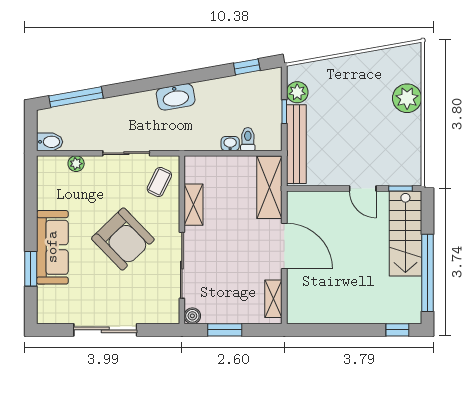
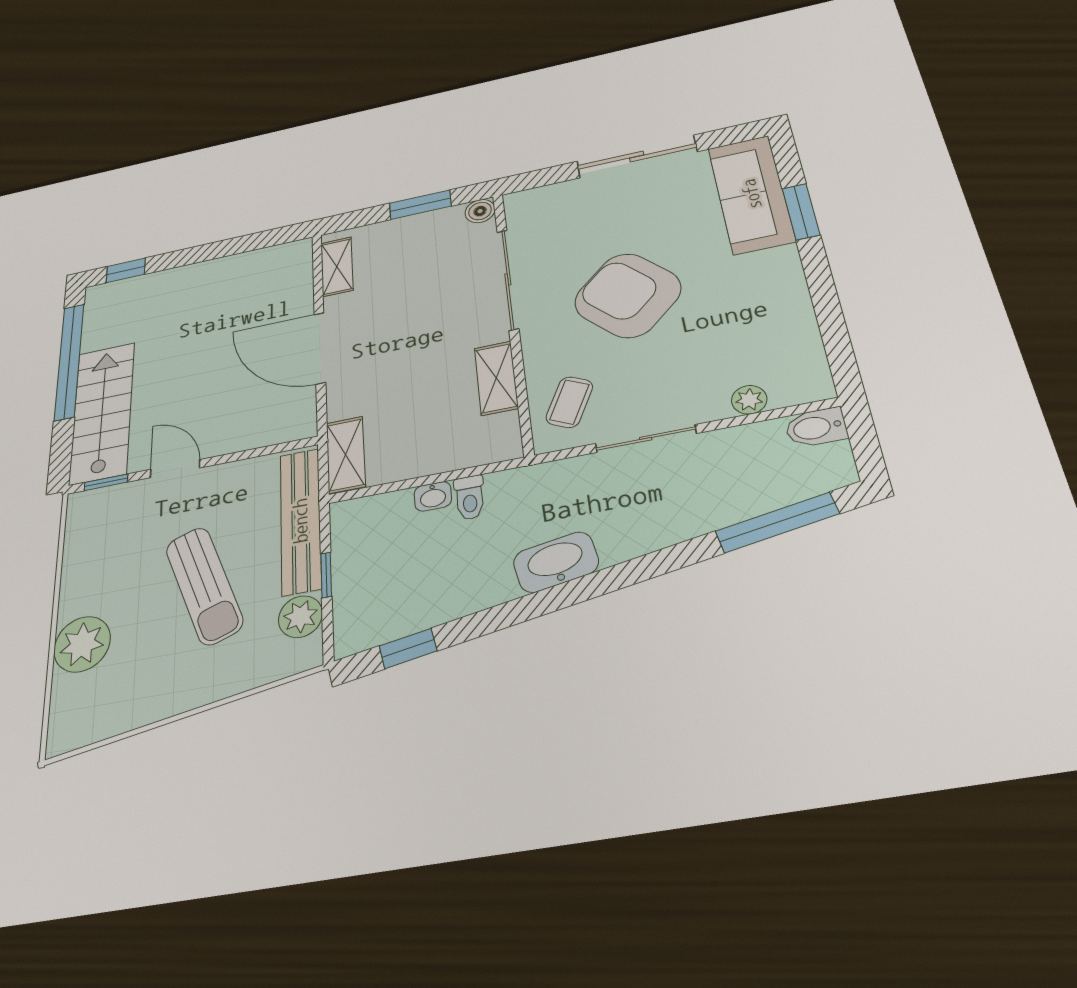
sun lounger: (345, 118) -> (204, 585), added
toilet: (248, 139) -> (470, 498), moved
shelving: (269, 187) -> (346, 455), width x0.67, depth x0.75
sofa: (52, 247) -> (751, 194), moved

